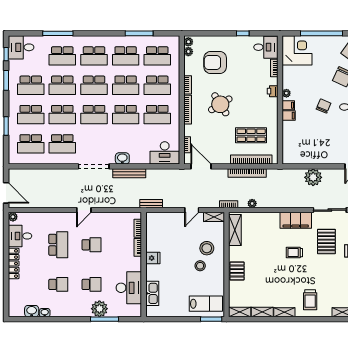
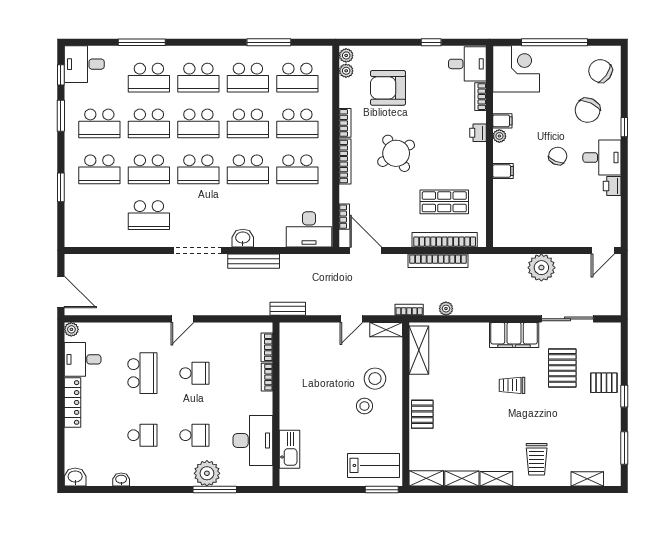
filing cabinet: (288, 105) -> (502, 121), moved
school desk: (31, 144) -> (99, 215), removed
fridge: (153, 258) -> (290, 394), removed
washbasin: (32, 311) -> (75, 477), moved

